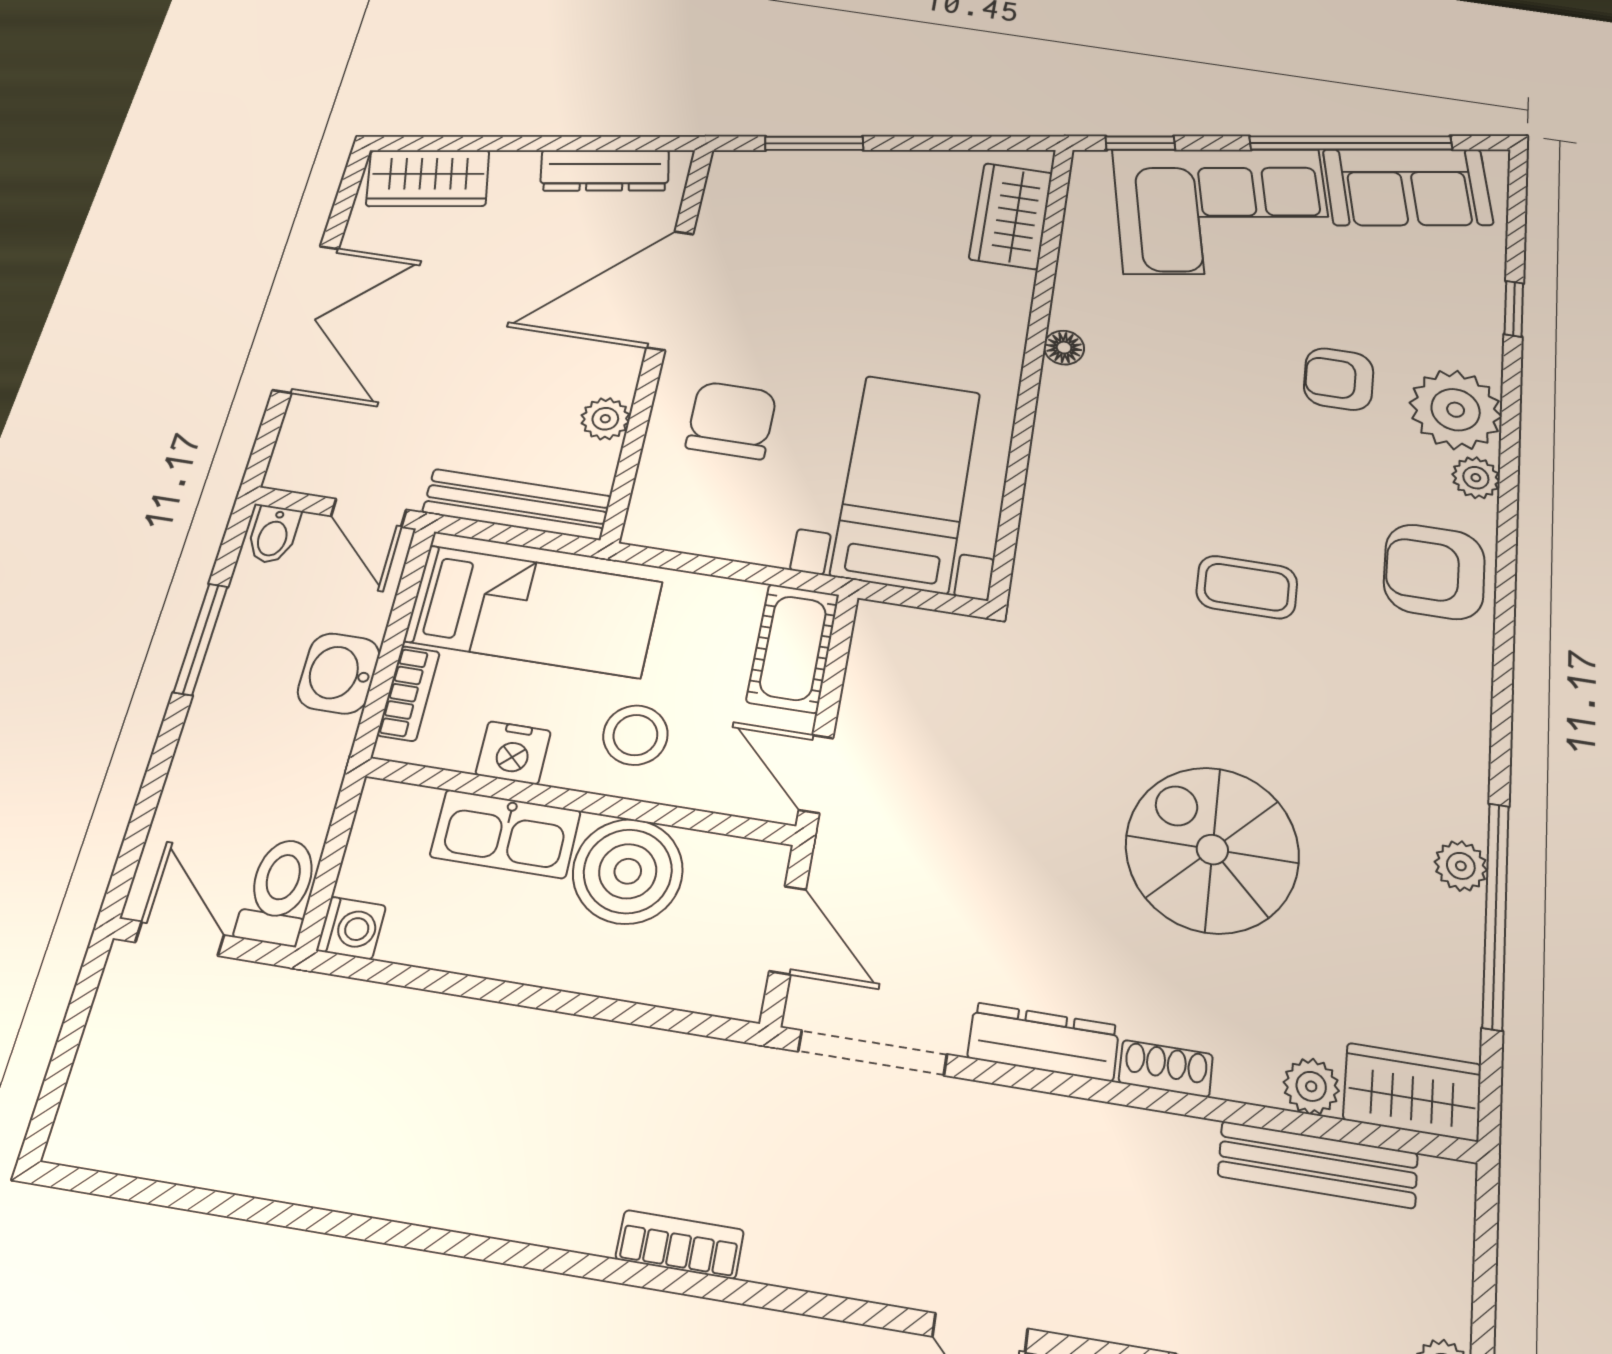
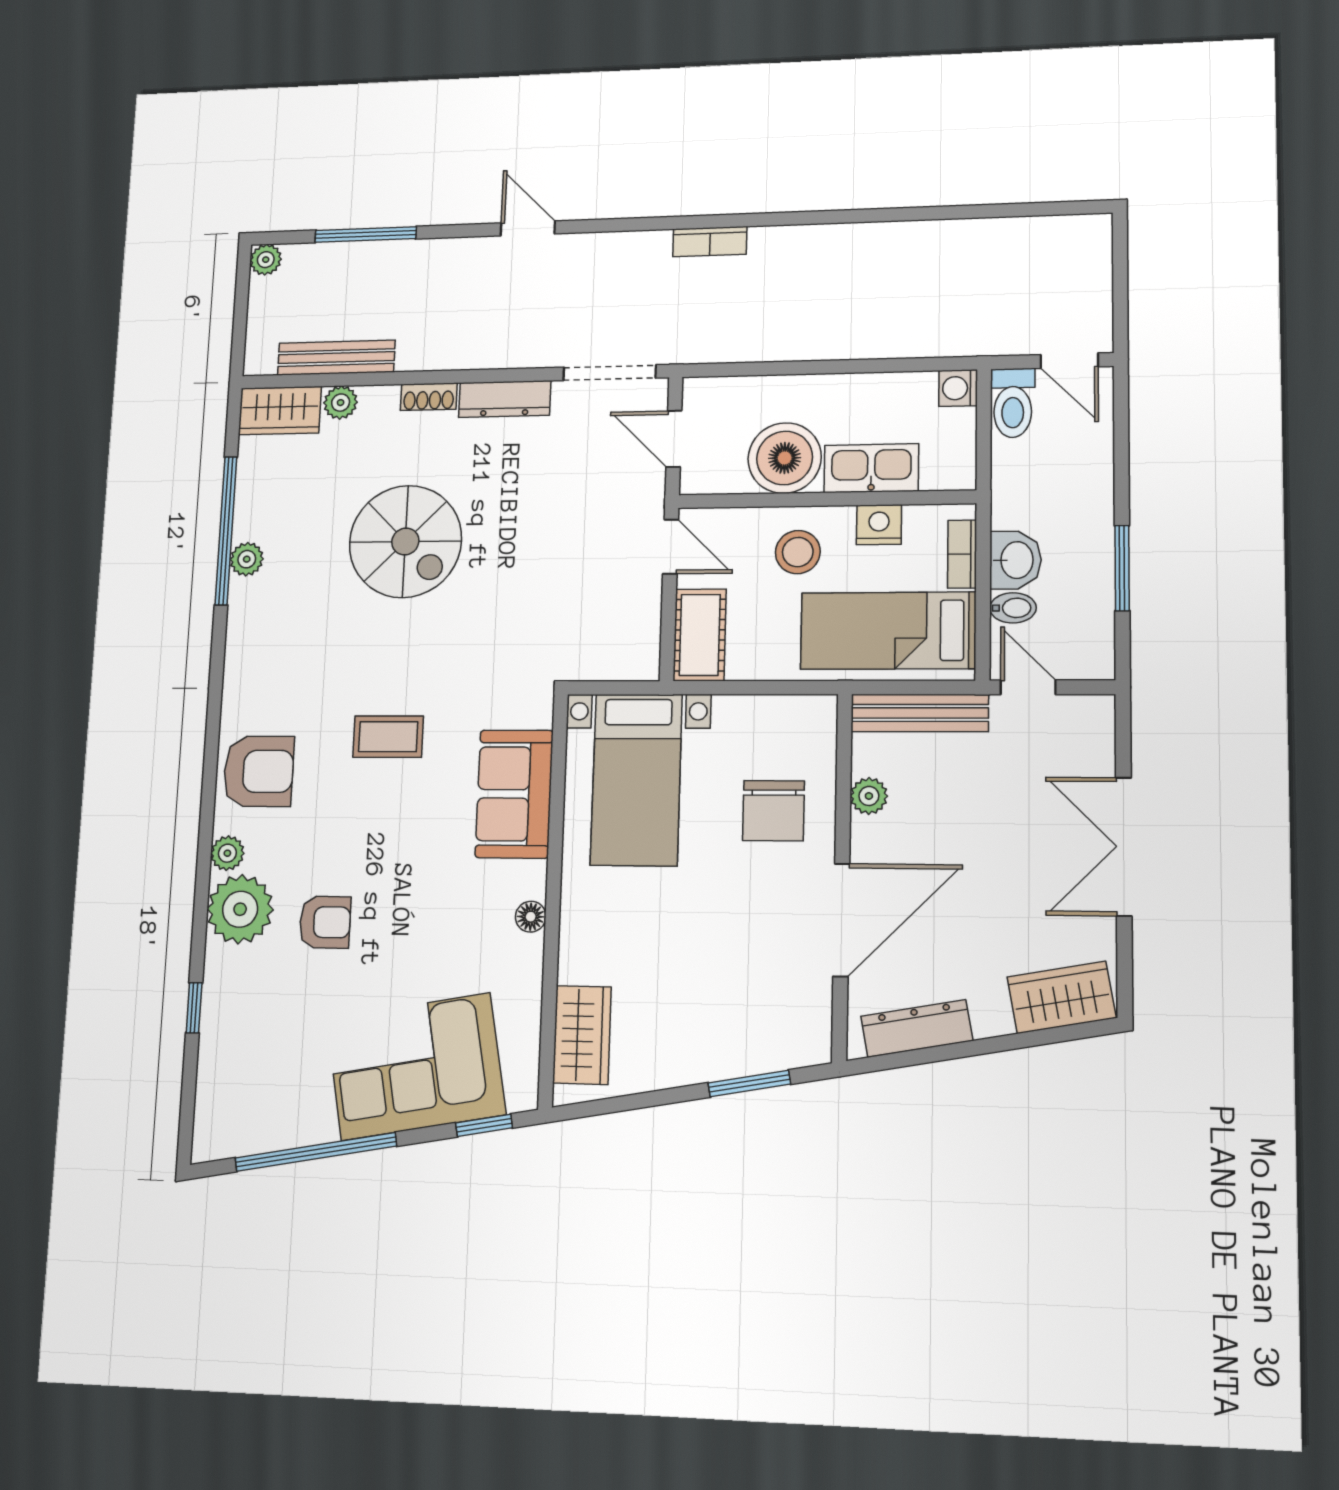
sofa: (1408, 187) -> (514, 794), moved, turned -80
bidet: (273, 535) -> (1013, 608), moved, turned 90

